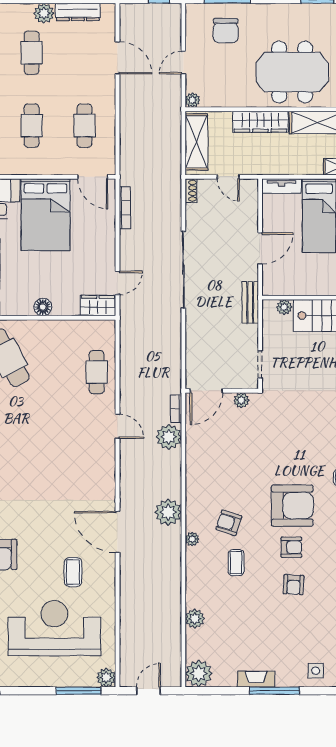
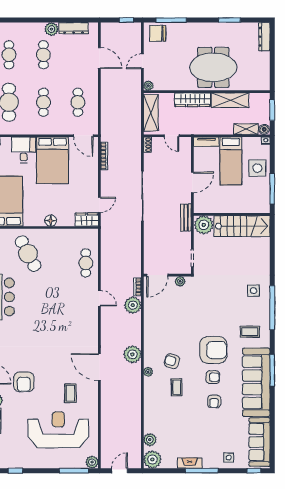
chair: (226, 31) -> (158, 33), moved, turned 90
plant: (284, 307) -> (204, 225), width x1.87, depth x1.87
plant: (195, 619) -> (150, 440), moved

